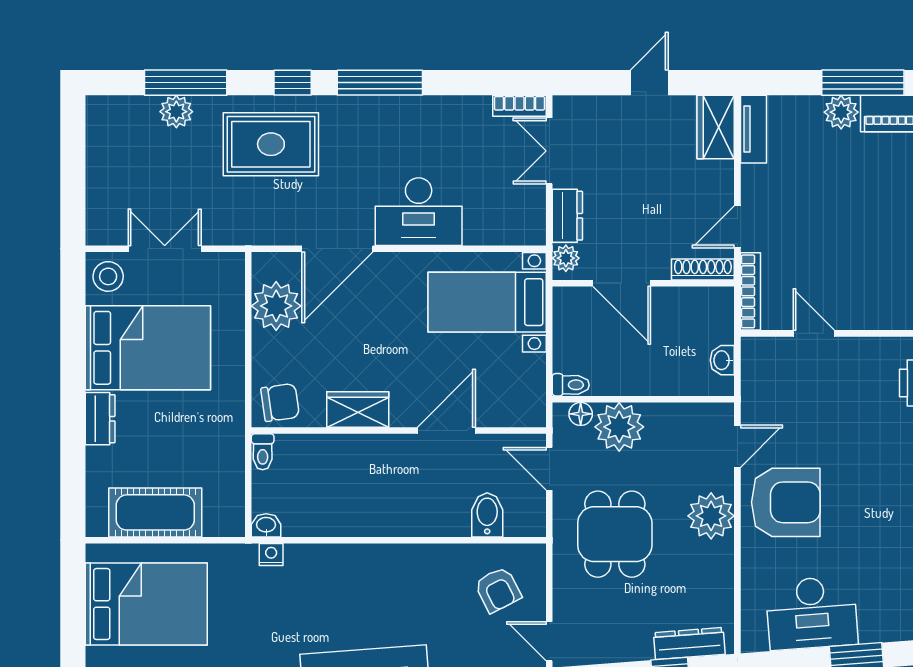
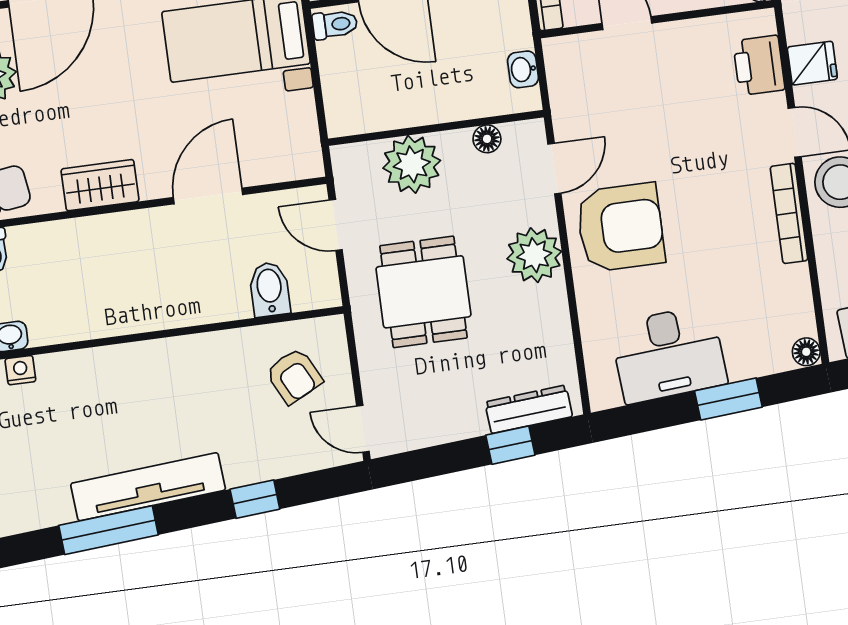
toilet: (571, 385) -> (335, 24), moved
floor lamp: (581, 414) -> (487, 139), moved

